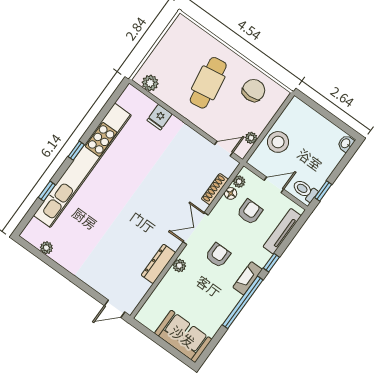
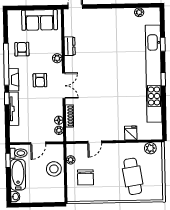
cafe table: (208, 83) -> (133, 176), moved
chair: (254, 90) -> (85, 177), moved
door: (224, 149) -> (95, 142), moved
bathtub: (324, 166) -> (18, 175), added
armchair: (250, 212) -> (22, 49), moved, turned 180
tv unit: (282, 231) -> (14, 109), moved
dresser: (158, 264) -> (70, 46), width x0.70
sofa: (183, 336) -> (40, 20), moved

